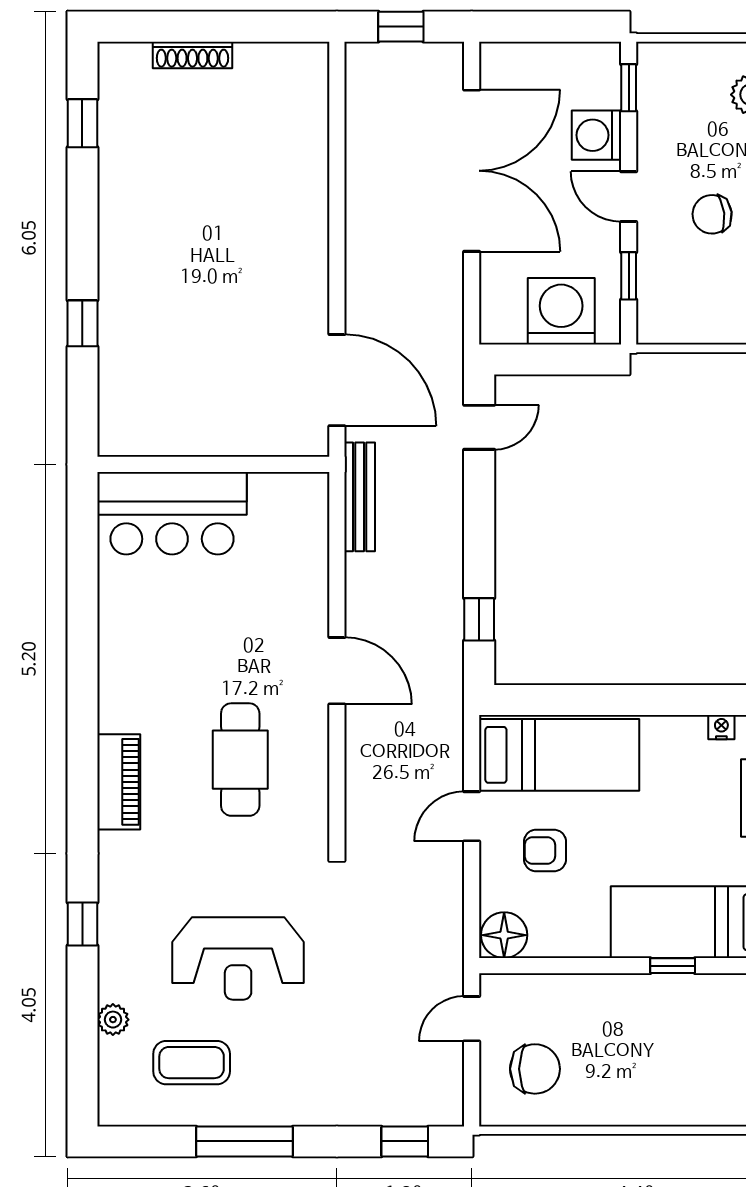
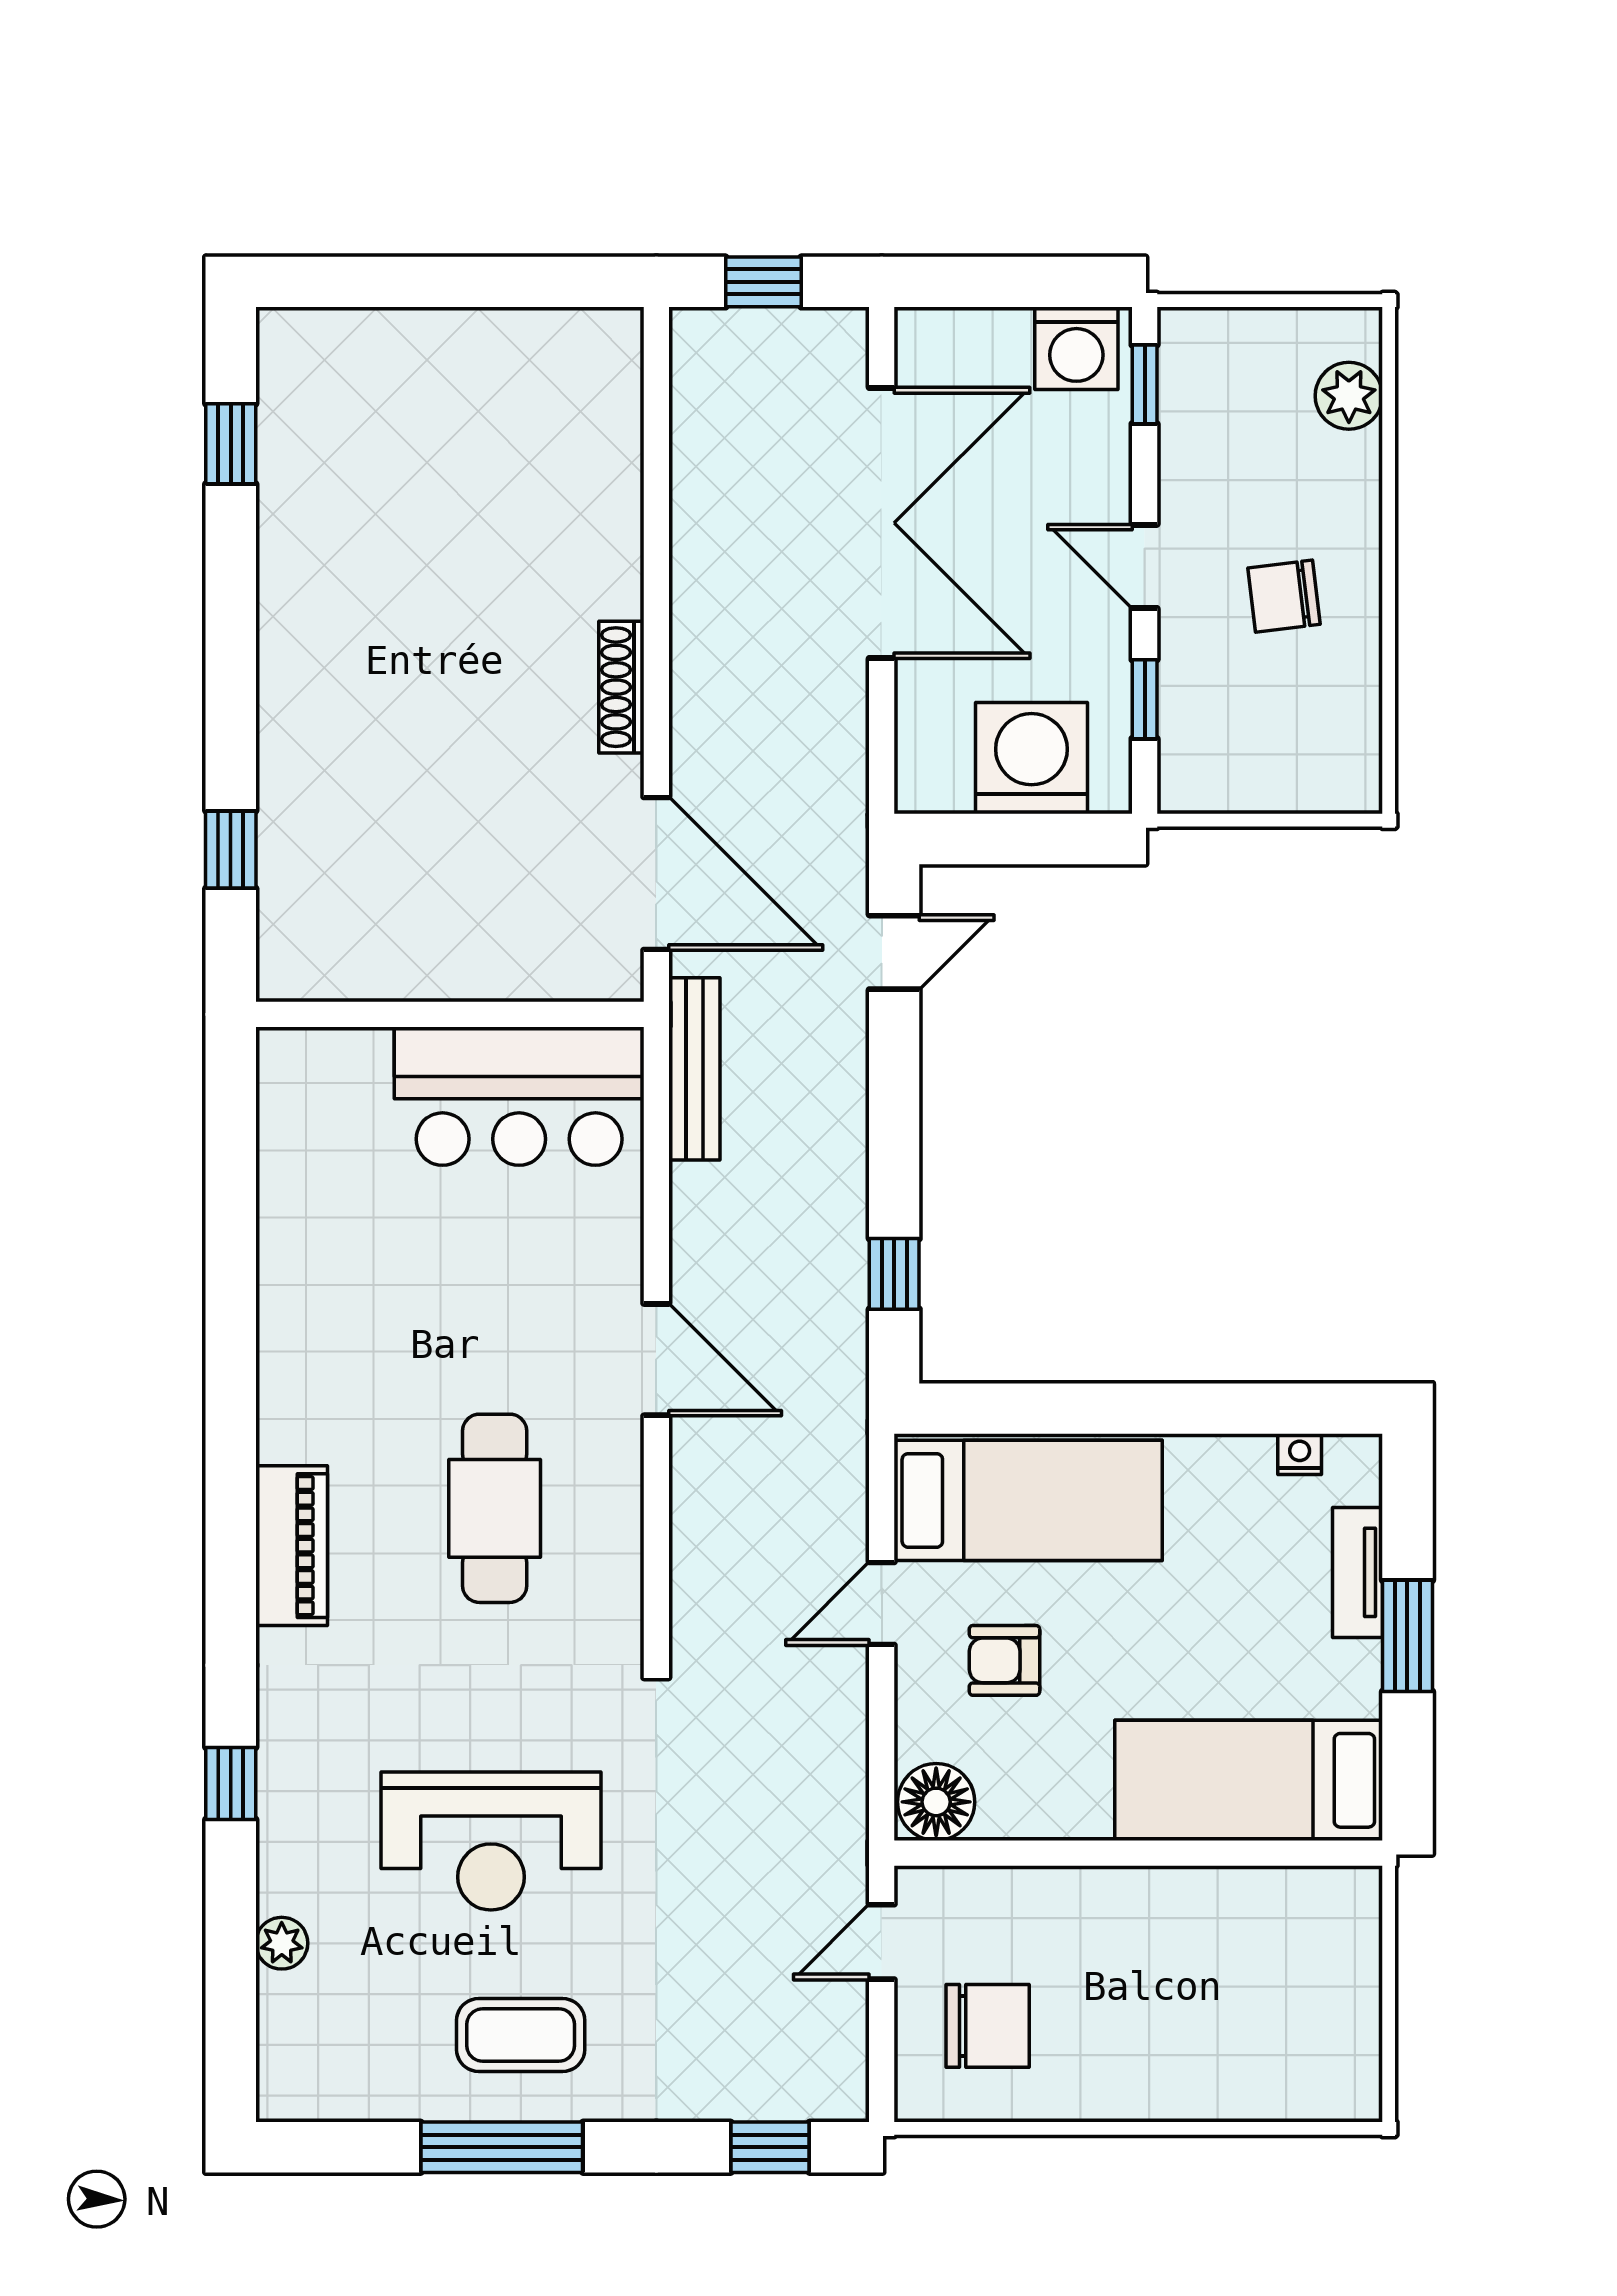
shoe rack: (192, 55) -> (621, 687), moved, turned 90
washing machine: (597, 135) -> (1076, 348), moved, turned -90
window: (82, 323) -> (231, 850), moved
bar counter: (172, 513) -> (519, 1096), moved
window: (673, 966) -> (1218, 1853), removed
coffee table: (192, 1063) -> (521, 2035), moved

